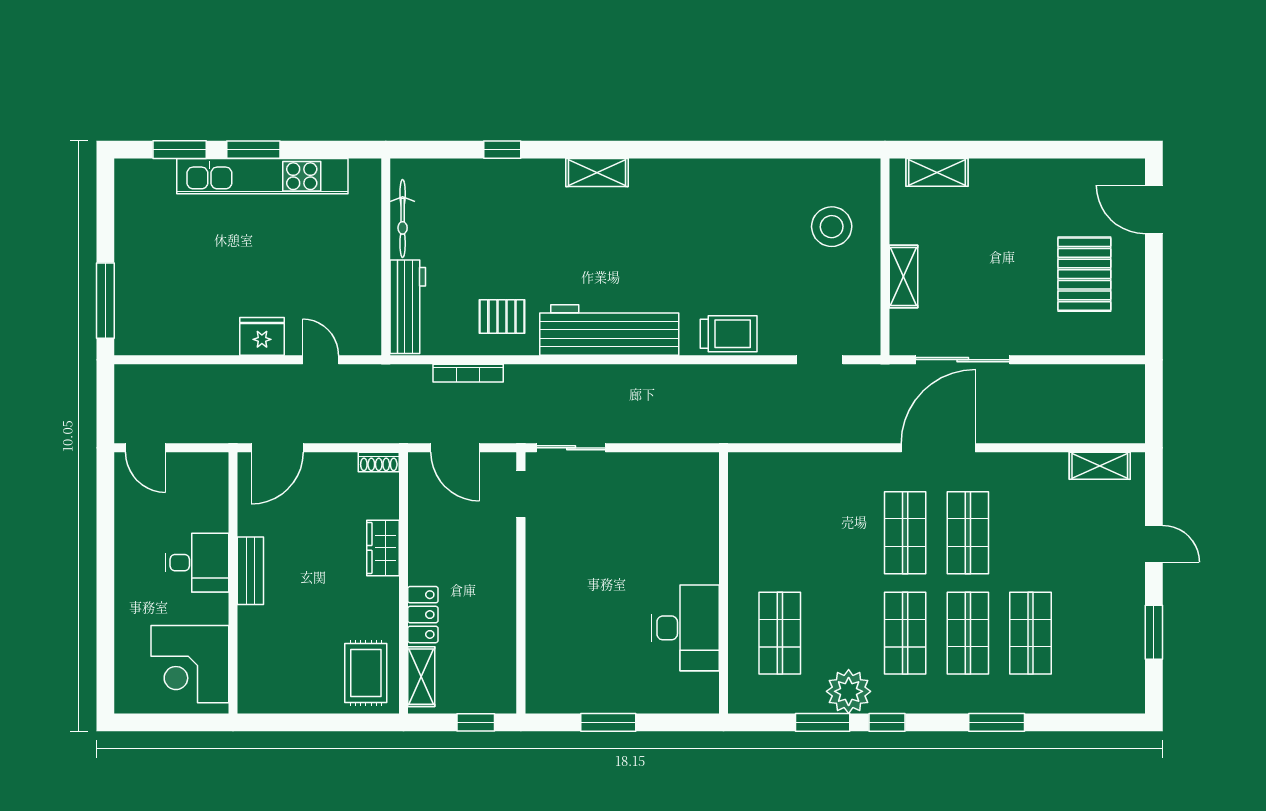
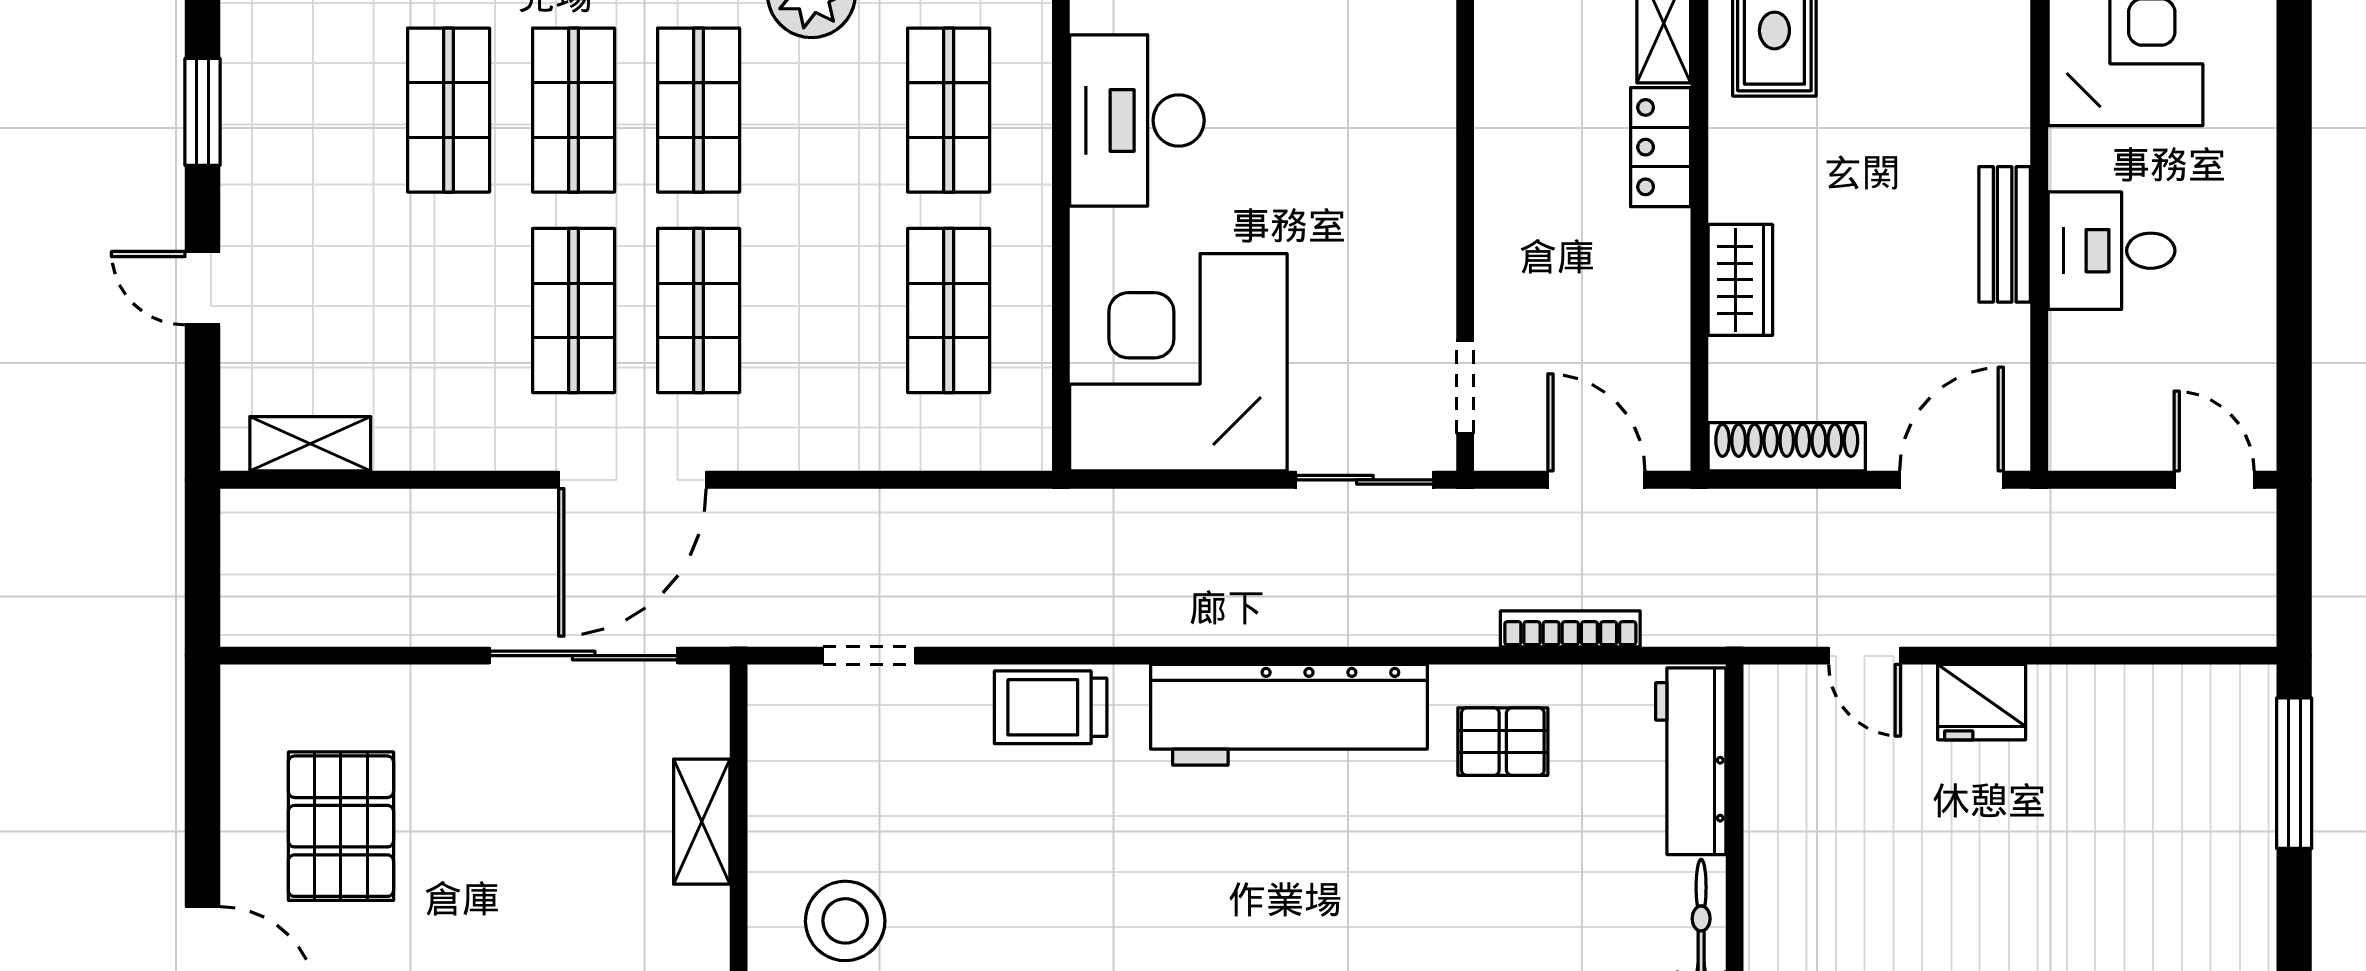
shoe rack: (379, 462) -> (1787, 447), width x1.94, depth x1.24
corner desk: (665, 507) -> (1178, 362), added
shop shelf: (780, 533) -> (949, 310), added

